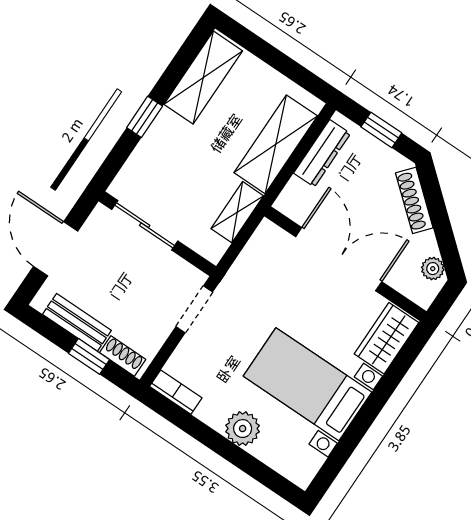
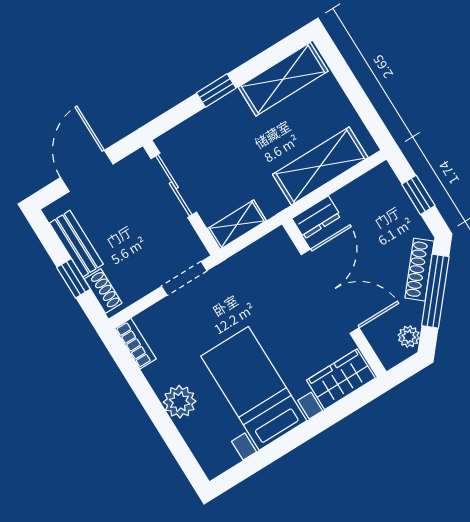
dresser: (322, 153) -> (316, 217), moved, width x0.70
shelving: (237, 212) -> (237, 225), moved
window: (439, 214) -> (435, 291), added

